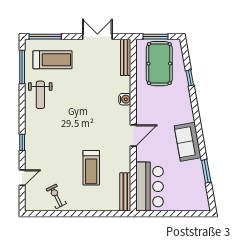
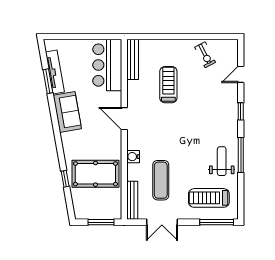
pool table: (159, 64) -> (95, 174), moved, turned 90
window: (22, 67) -> (241, 155), moved
exercise mat: (99, 77) -> (161, 180), added
door: (133, 135) -> (124, 119), hinge flipped
tv unit: (199, 180) -> (55, 72), added

